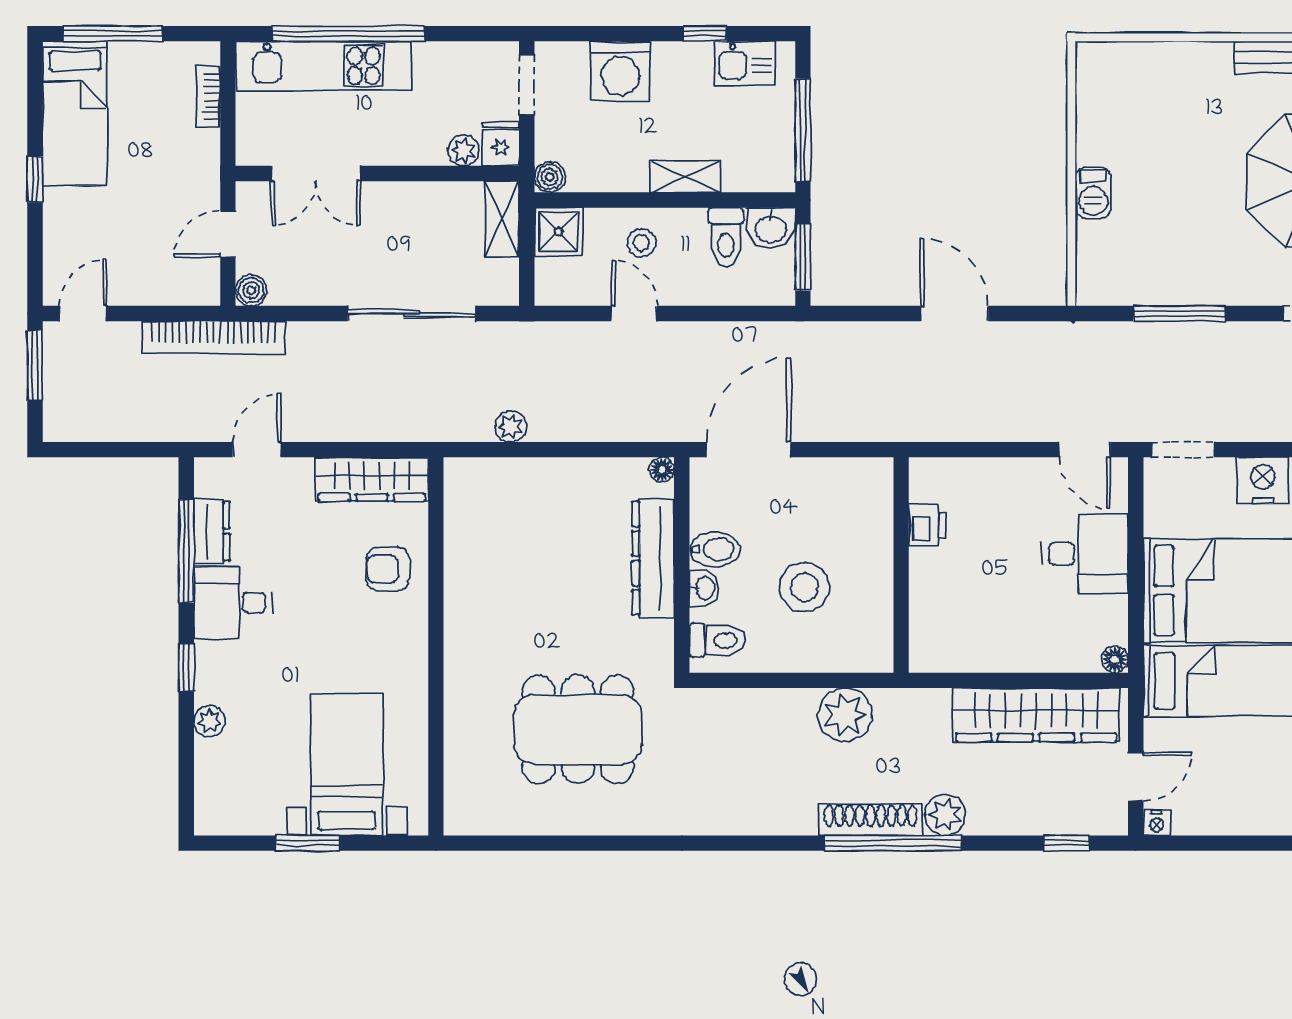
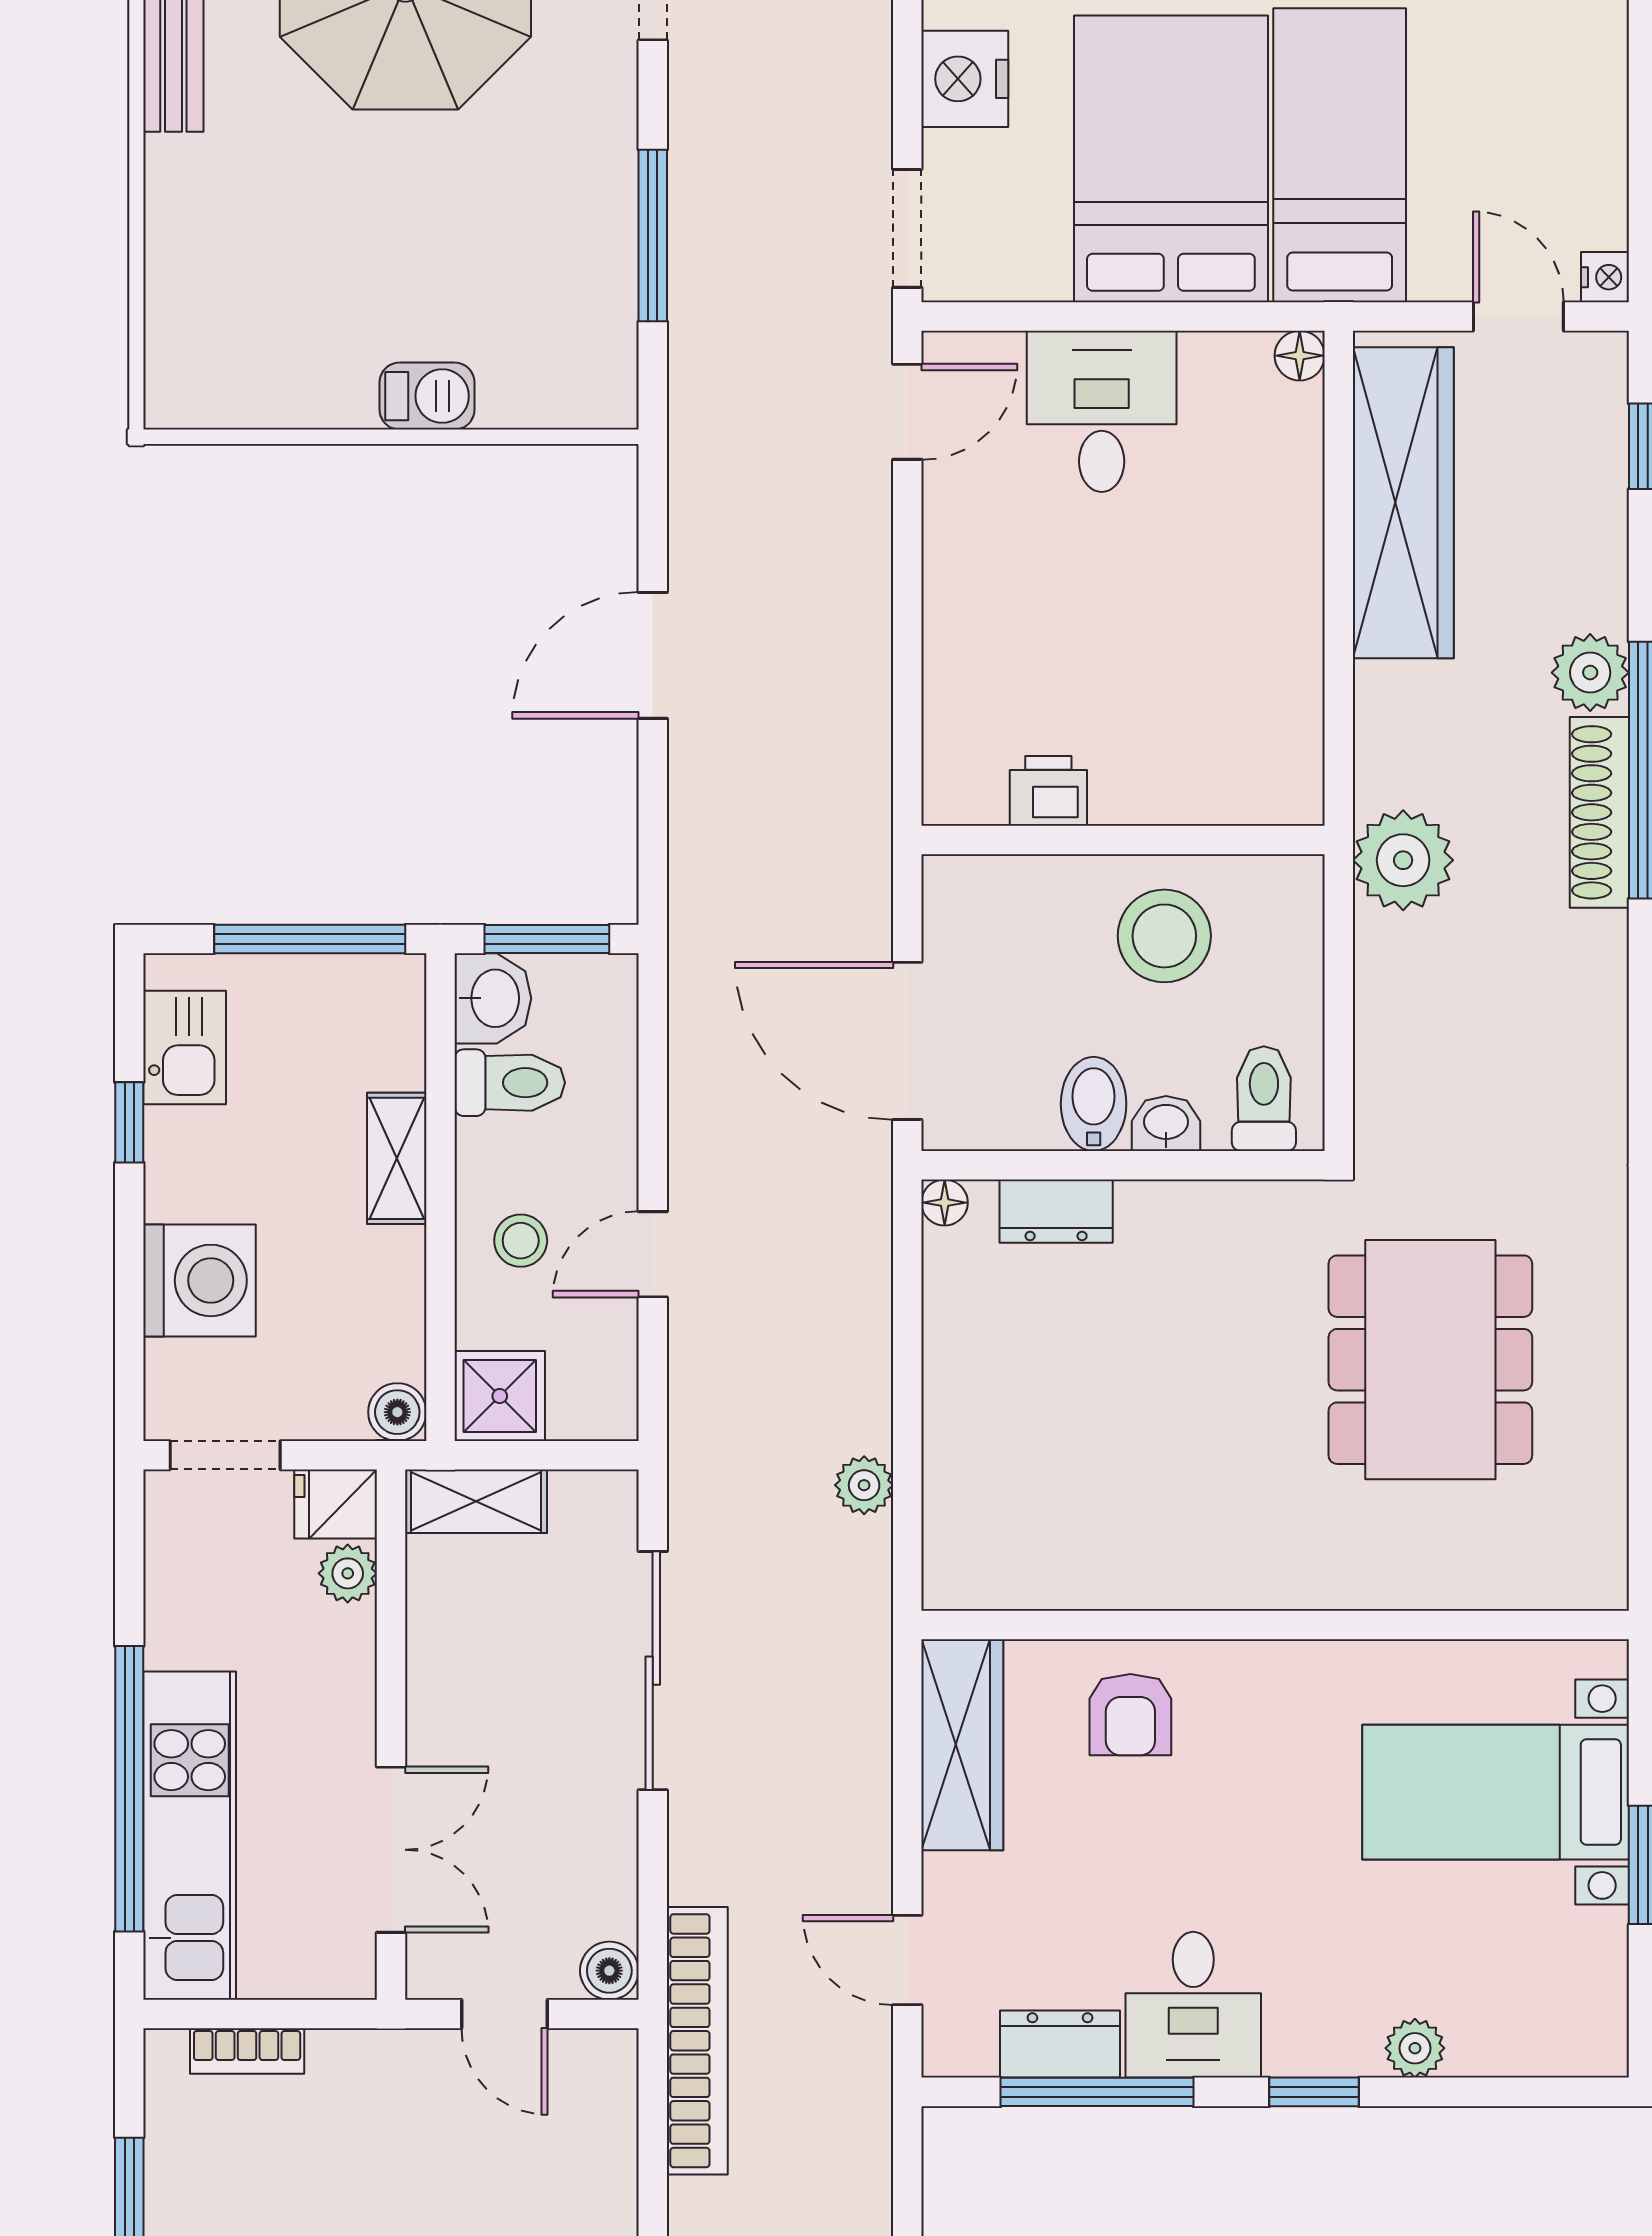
printer: (927, 525) -> (1048, 791), moved
dresser: (653, 558) -> (1056, 1211), width x0.51, depth x0.80
wall: (901, 565) -> (1123, 840), moved

